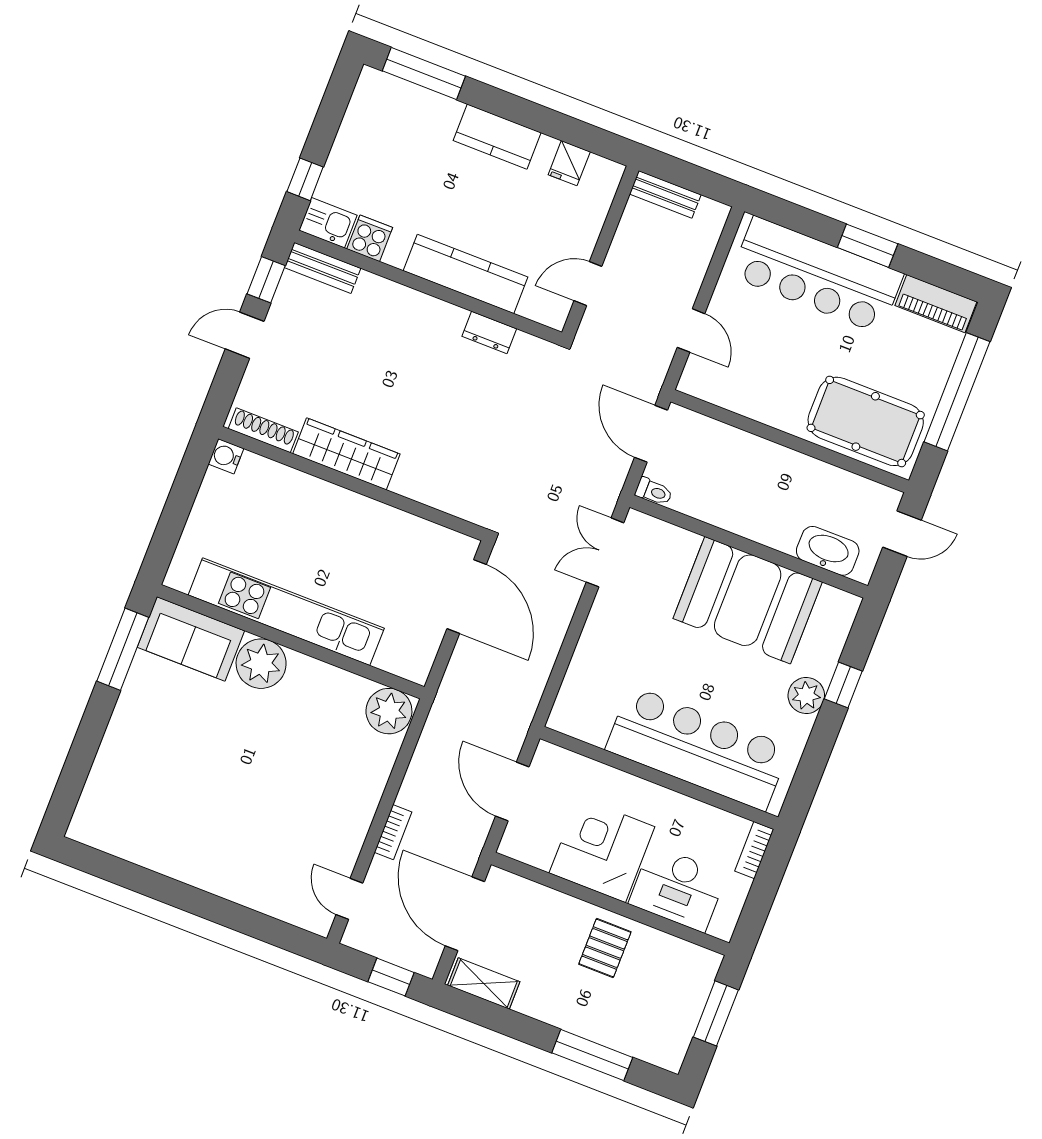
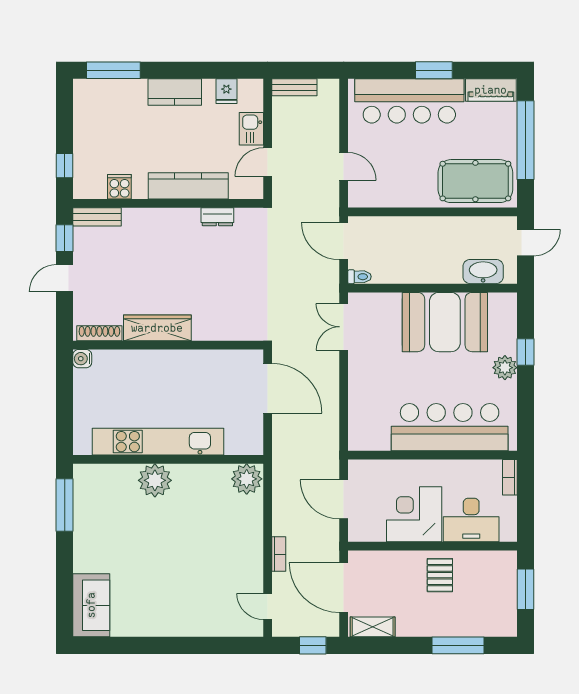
kitchen sink: (328, 223) -> (251, 129), moved, turned -90
sofa: (191, 639) -> (91, 605), moved, turned -90

